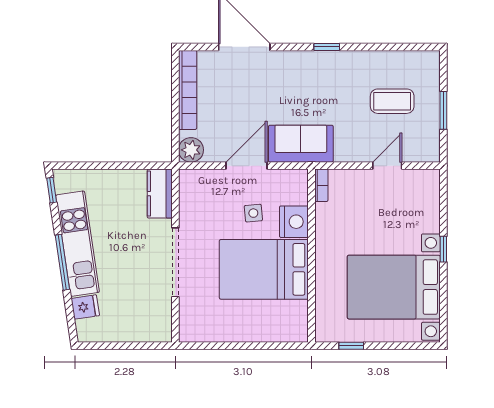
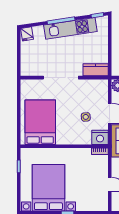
nightstand: (294, 222) -> (100, 137), moved
bed: (264, 269) -> (40, 122), moved
fridge: (85, 307) -> (27, 34), moved

